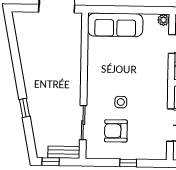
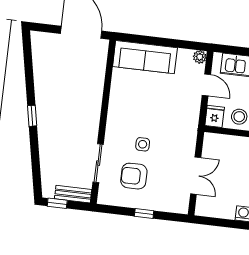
window: (24, 108) -> (32, 116), moved

